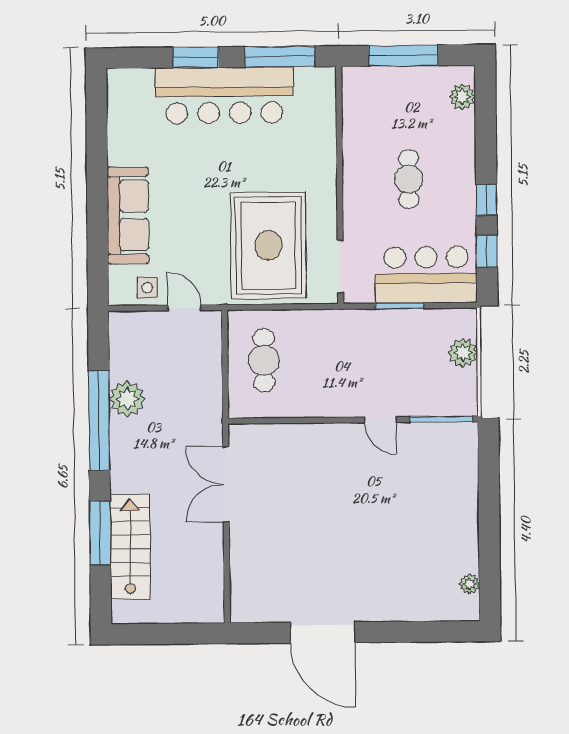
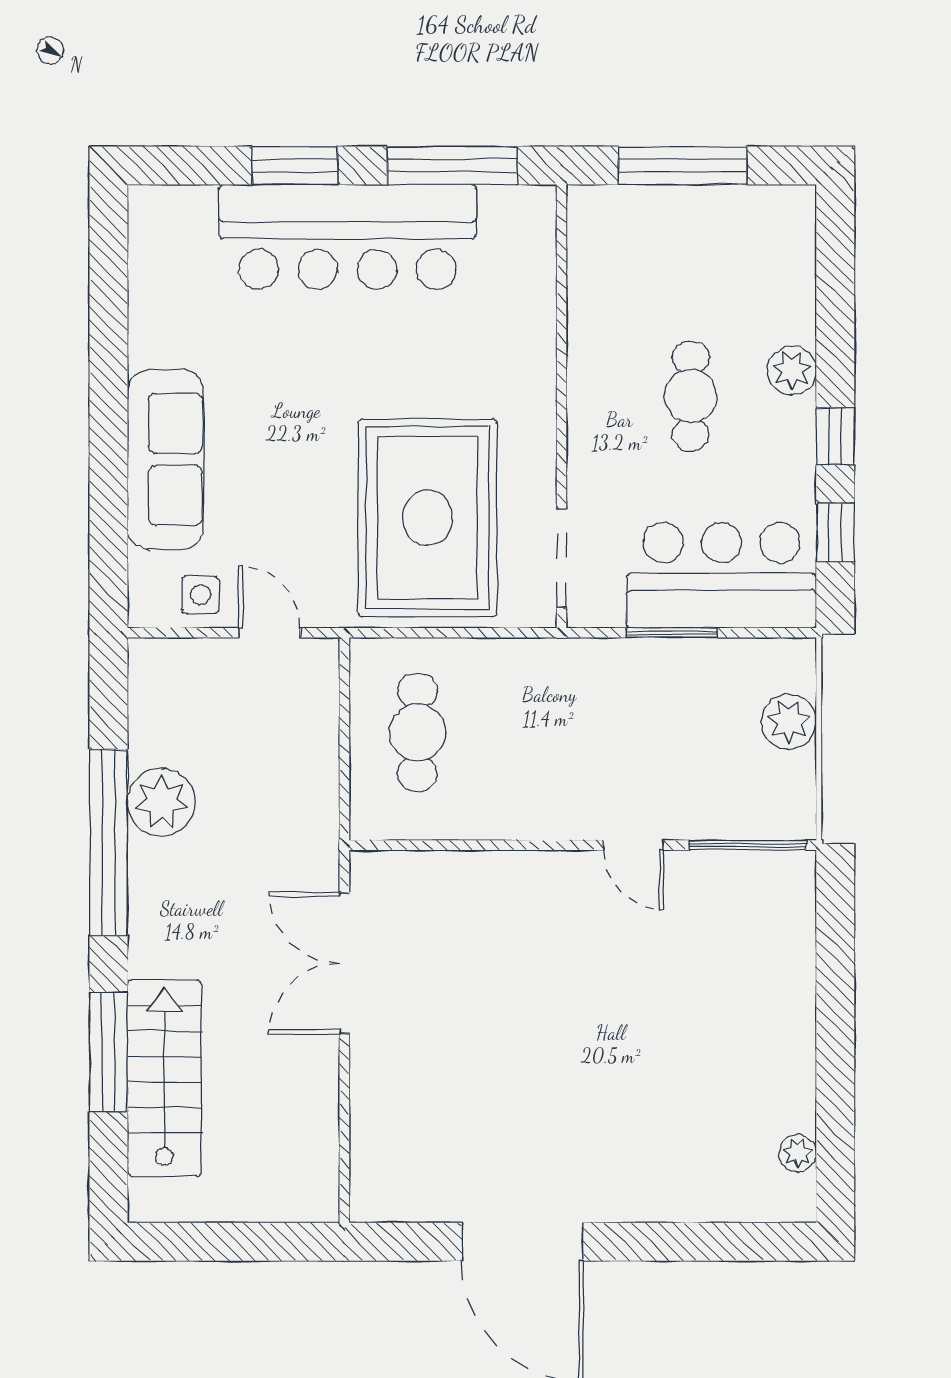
plant: (462, 97) -> (792, 370), moved

